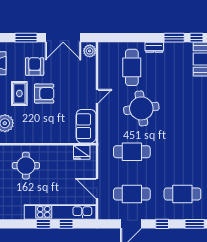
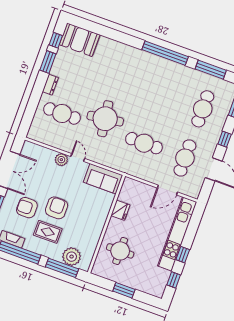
plant: (90, 51) -> (61, 160), moved
fridge: (82, 152) -> (120, 210), moved
cafe table: (132, 152) -> (144, 143), turned 90
window: (66, 224) -> (174, 280), moved

